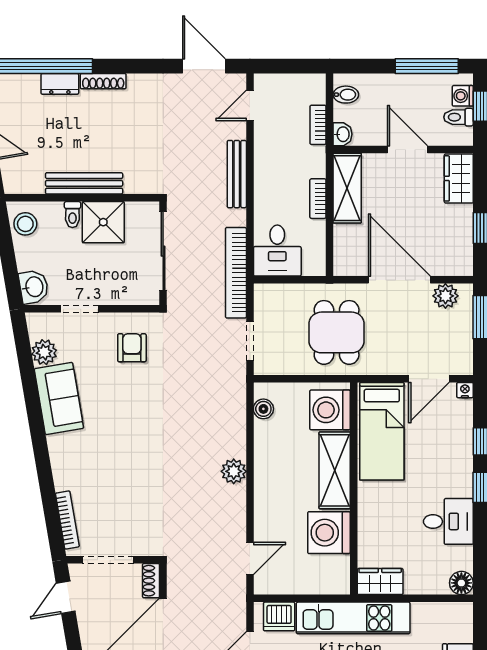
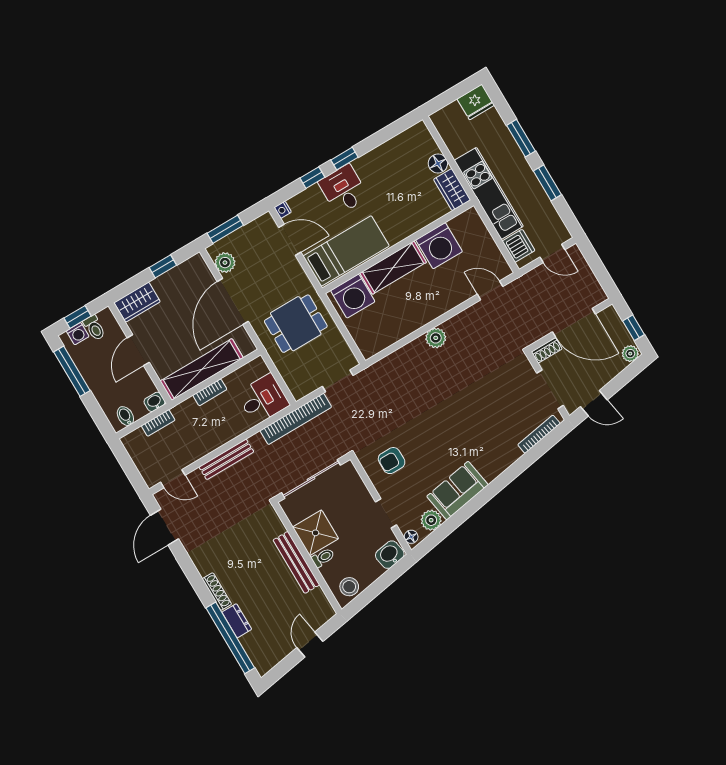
shelving: (347, 188) -> (202, 369), width x1.47
floor lamp: (39, 321) -> (411, 537), added
boiler: (263, 409) -> (380, 343), removed
desk: (448, 521) -> (343, 190), moved
floor lamp: (461, 583) -> (438, 163), moved

